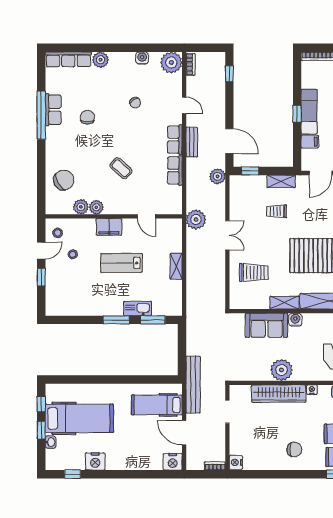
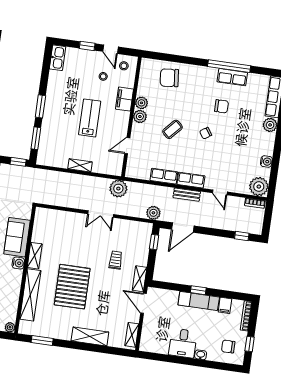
chair: (135, 103) -> (206, 133), moved
door: (184, 105) -> (220, 192), hinge flipped
filing cabinet: (310, 142) -> (225, 305), moved
chair: (64, 180) -> (169, 78), turned 113
shelving: (281, 181) -> (140, 279), moved
plant: (81, 207) -> (140, 116), moved
filing cabinet: (109, 227) -> (125, 99), moved
trolley: (254, 273) -> (65, 233), removed
kitchen sink: (138, 308) -> (58, 58), moved
window: (182, 336) -> (18, 162), added

